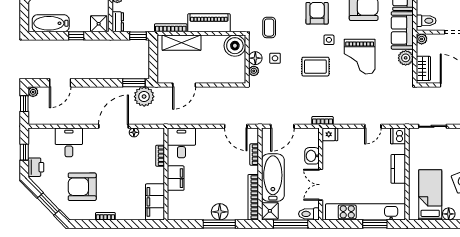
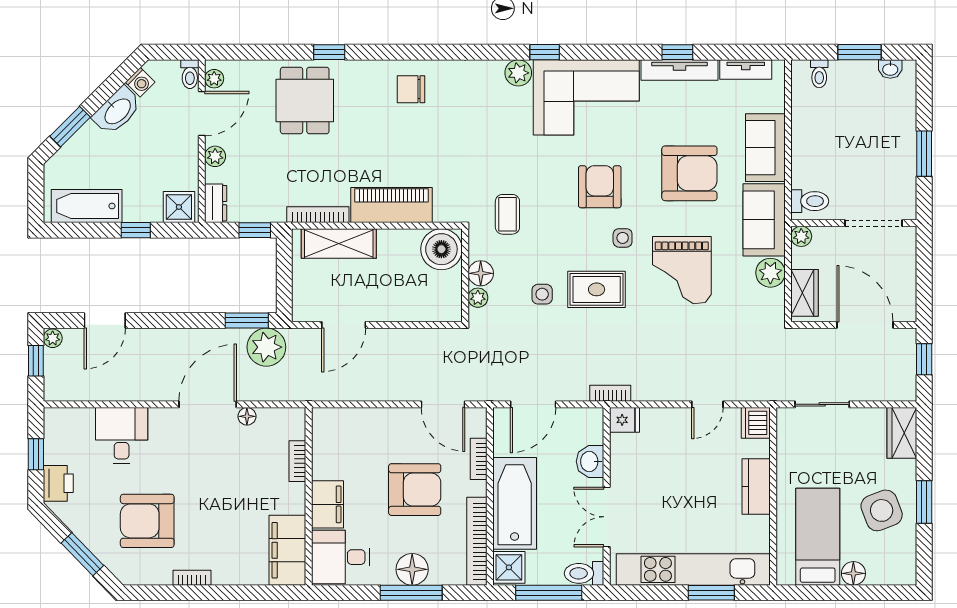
side table: (275, 58) -> (542, 294), moved
desk: (181, 143) -> (341, 557), moved, turned -90
armchair: (221, 170) -> (415, 490), added

